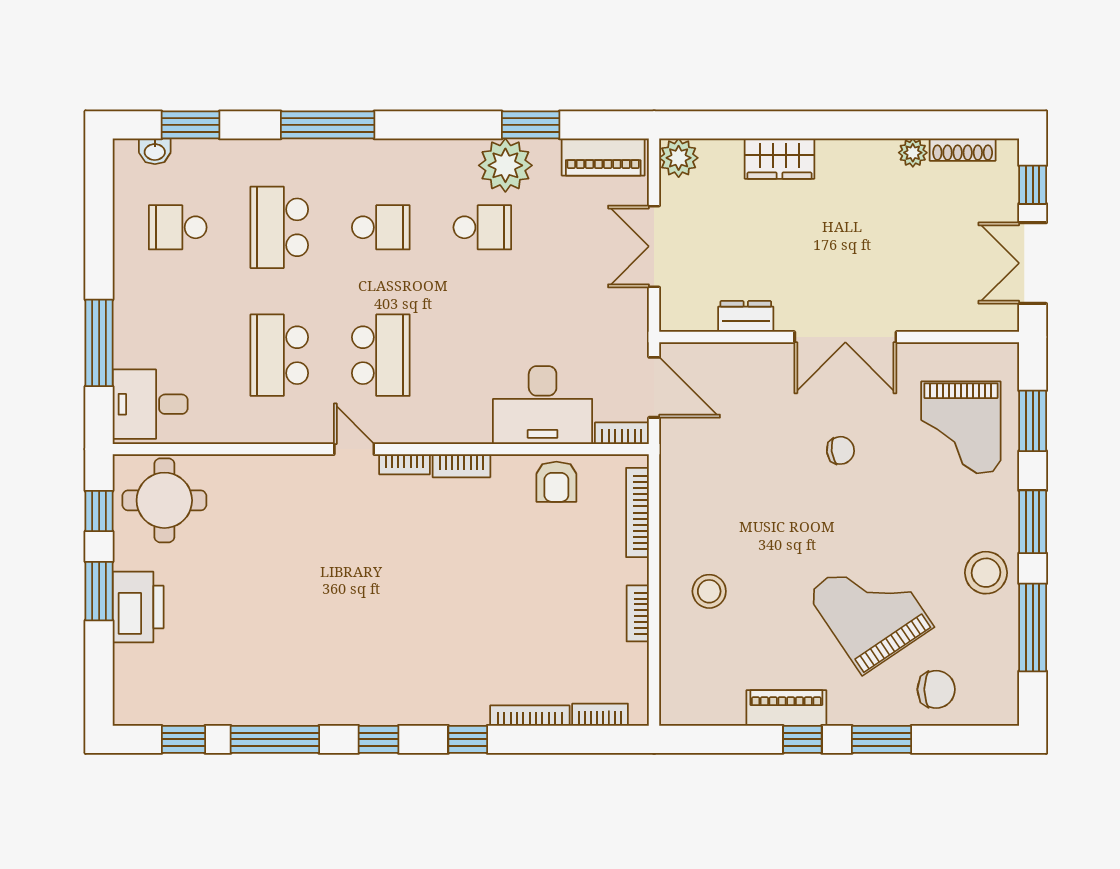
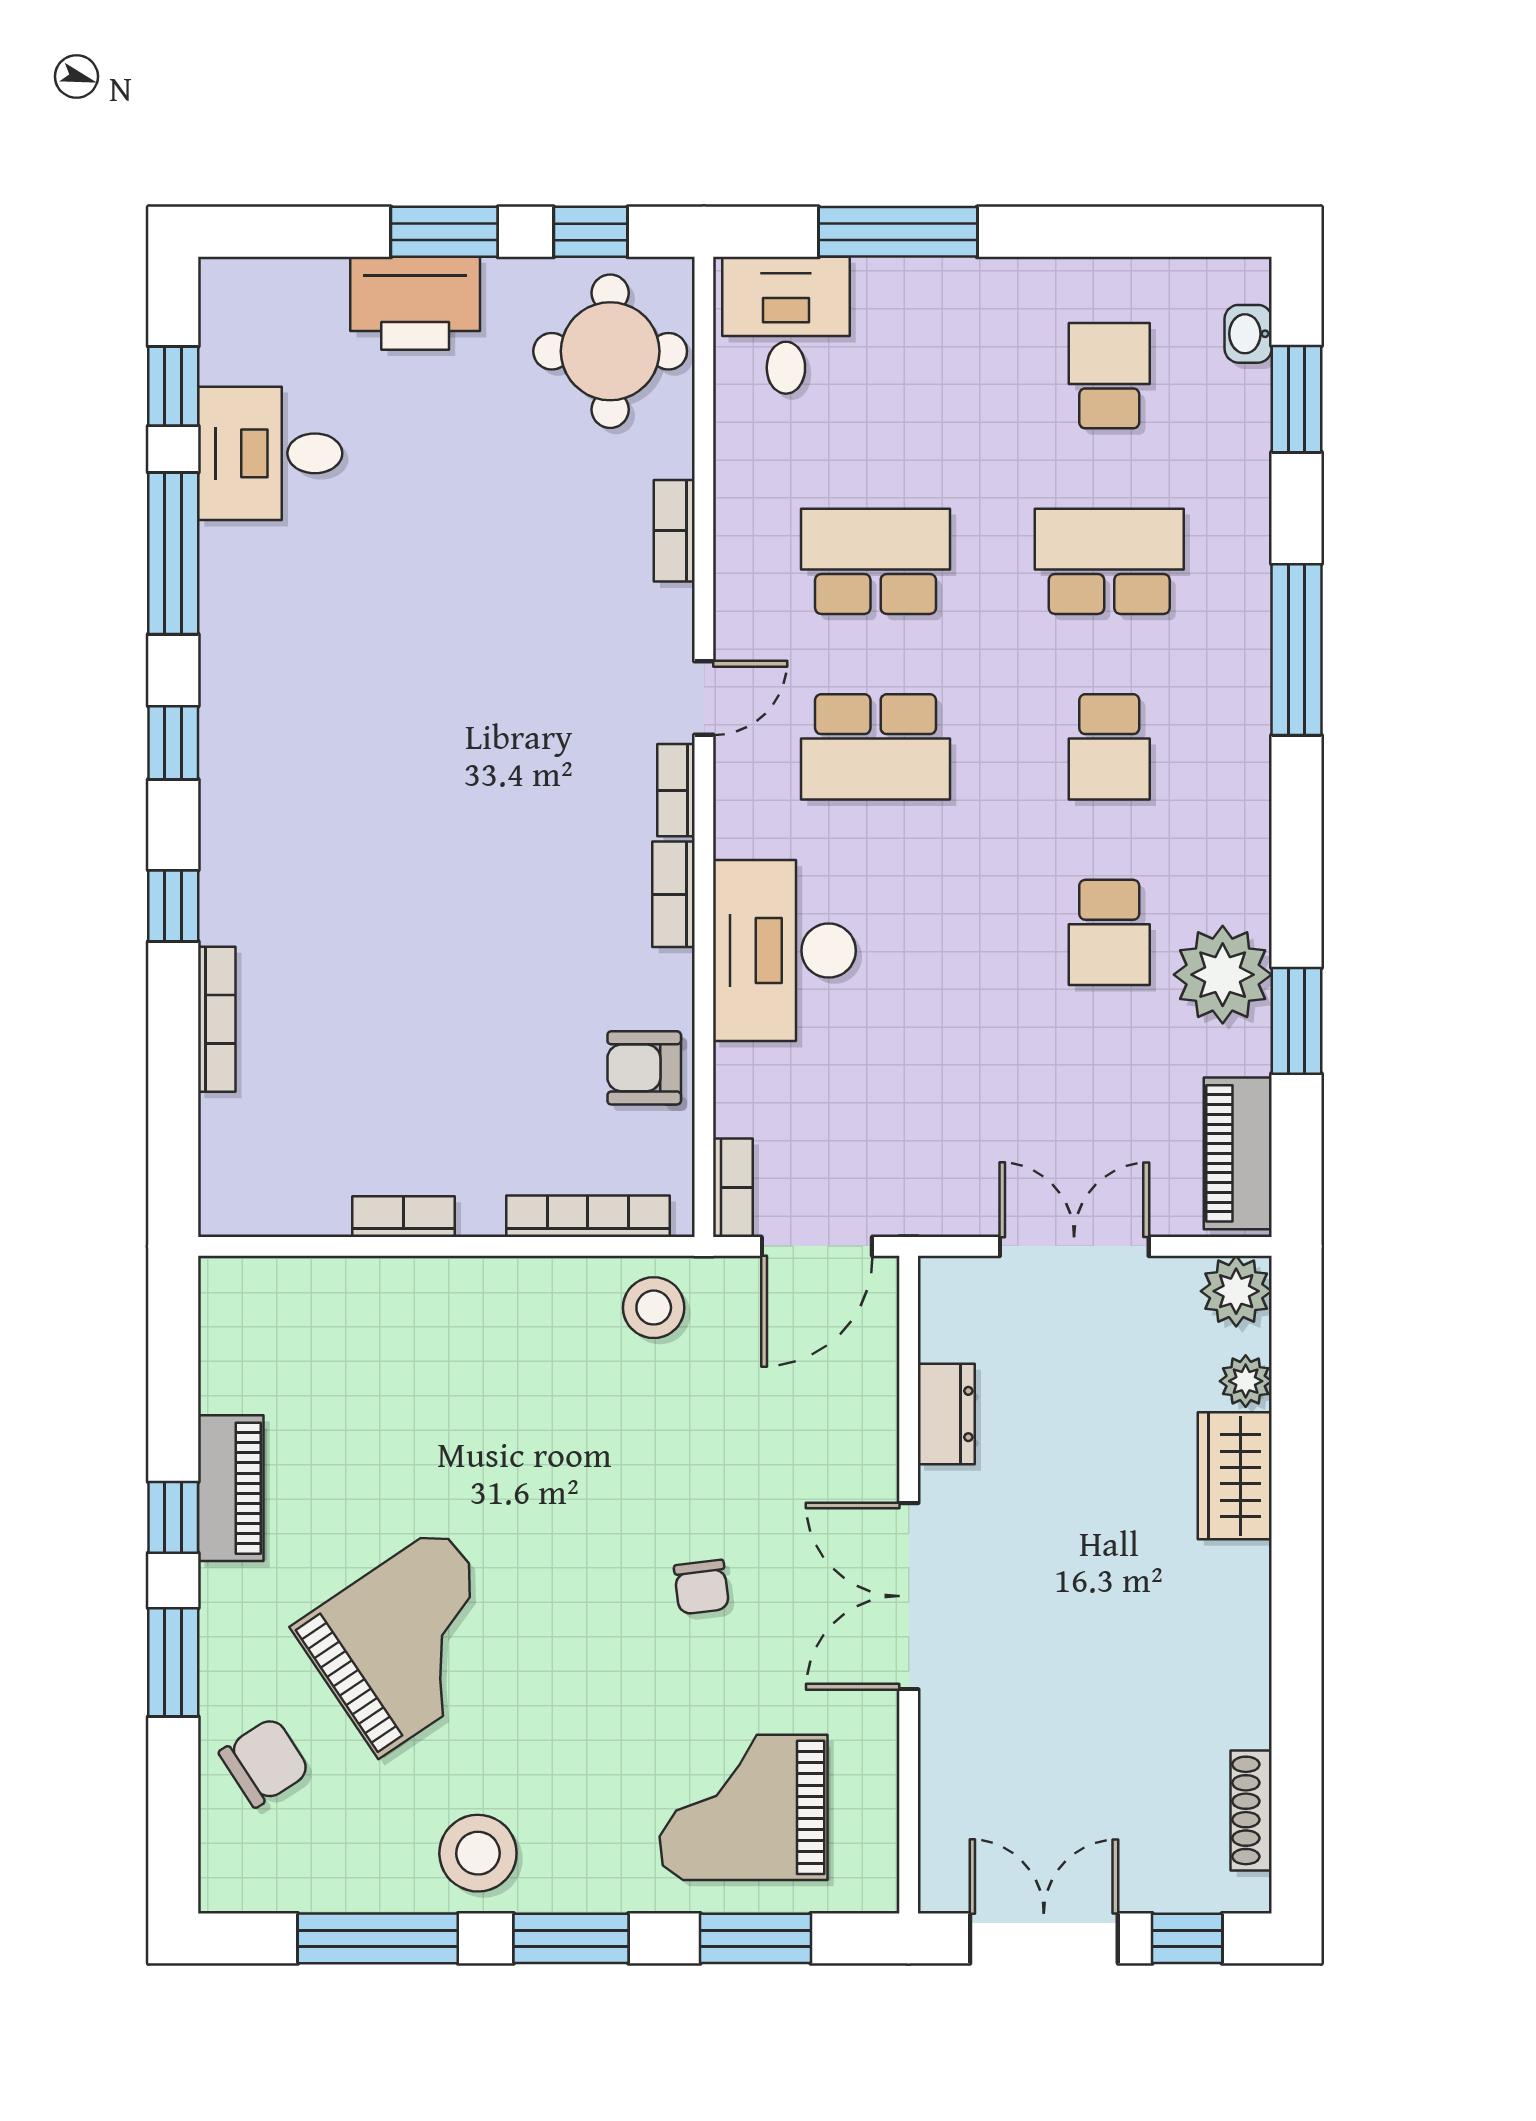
plant: (913, 153) -> (1246, 1381), moved
desk: (543, 405) -> (784, 951), moved
stool: (709, 591) -> (654, 1308), moved
desk: (220, 686) -> (270, 453), added
chair: (936, 689) -> (265, 1762), turned -123
bookcase: (600, 715) -> (674, 531), moved, turned 180

